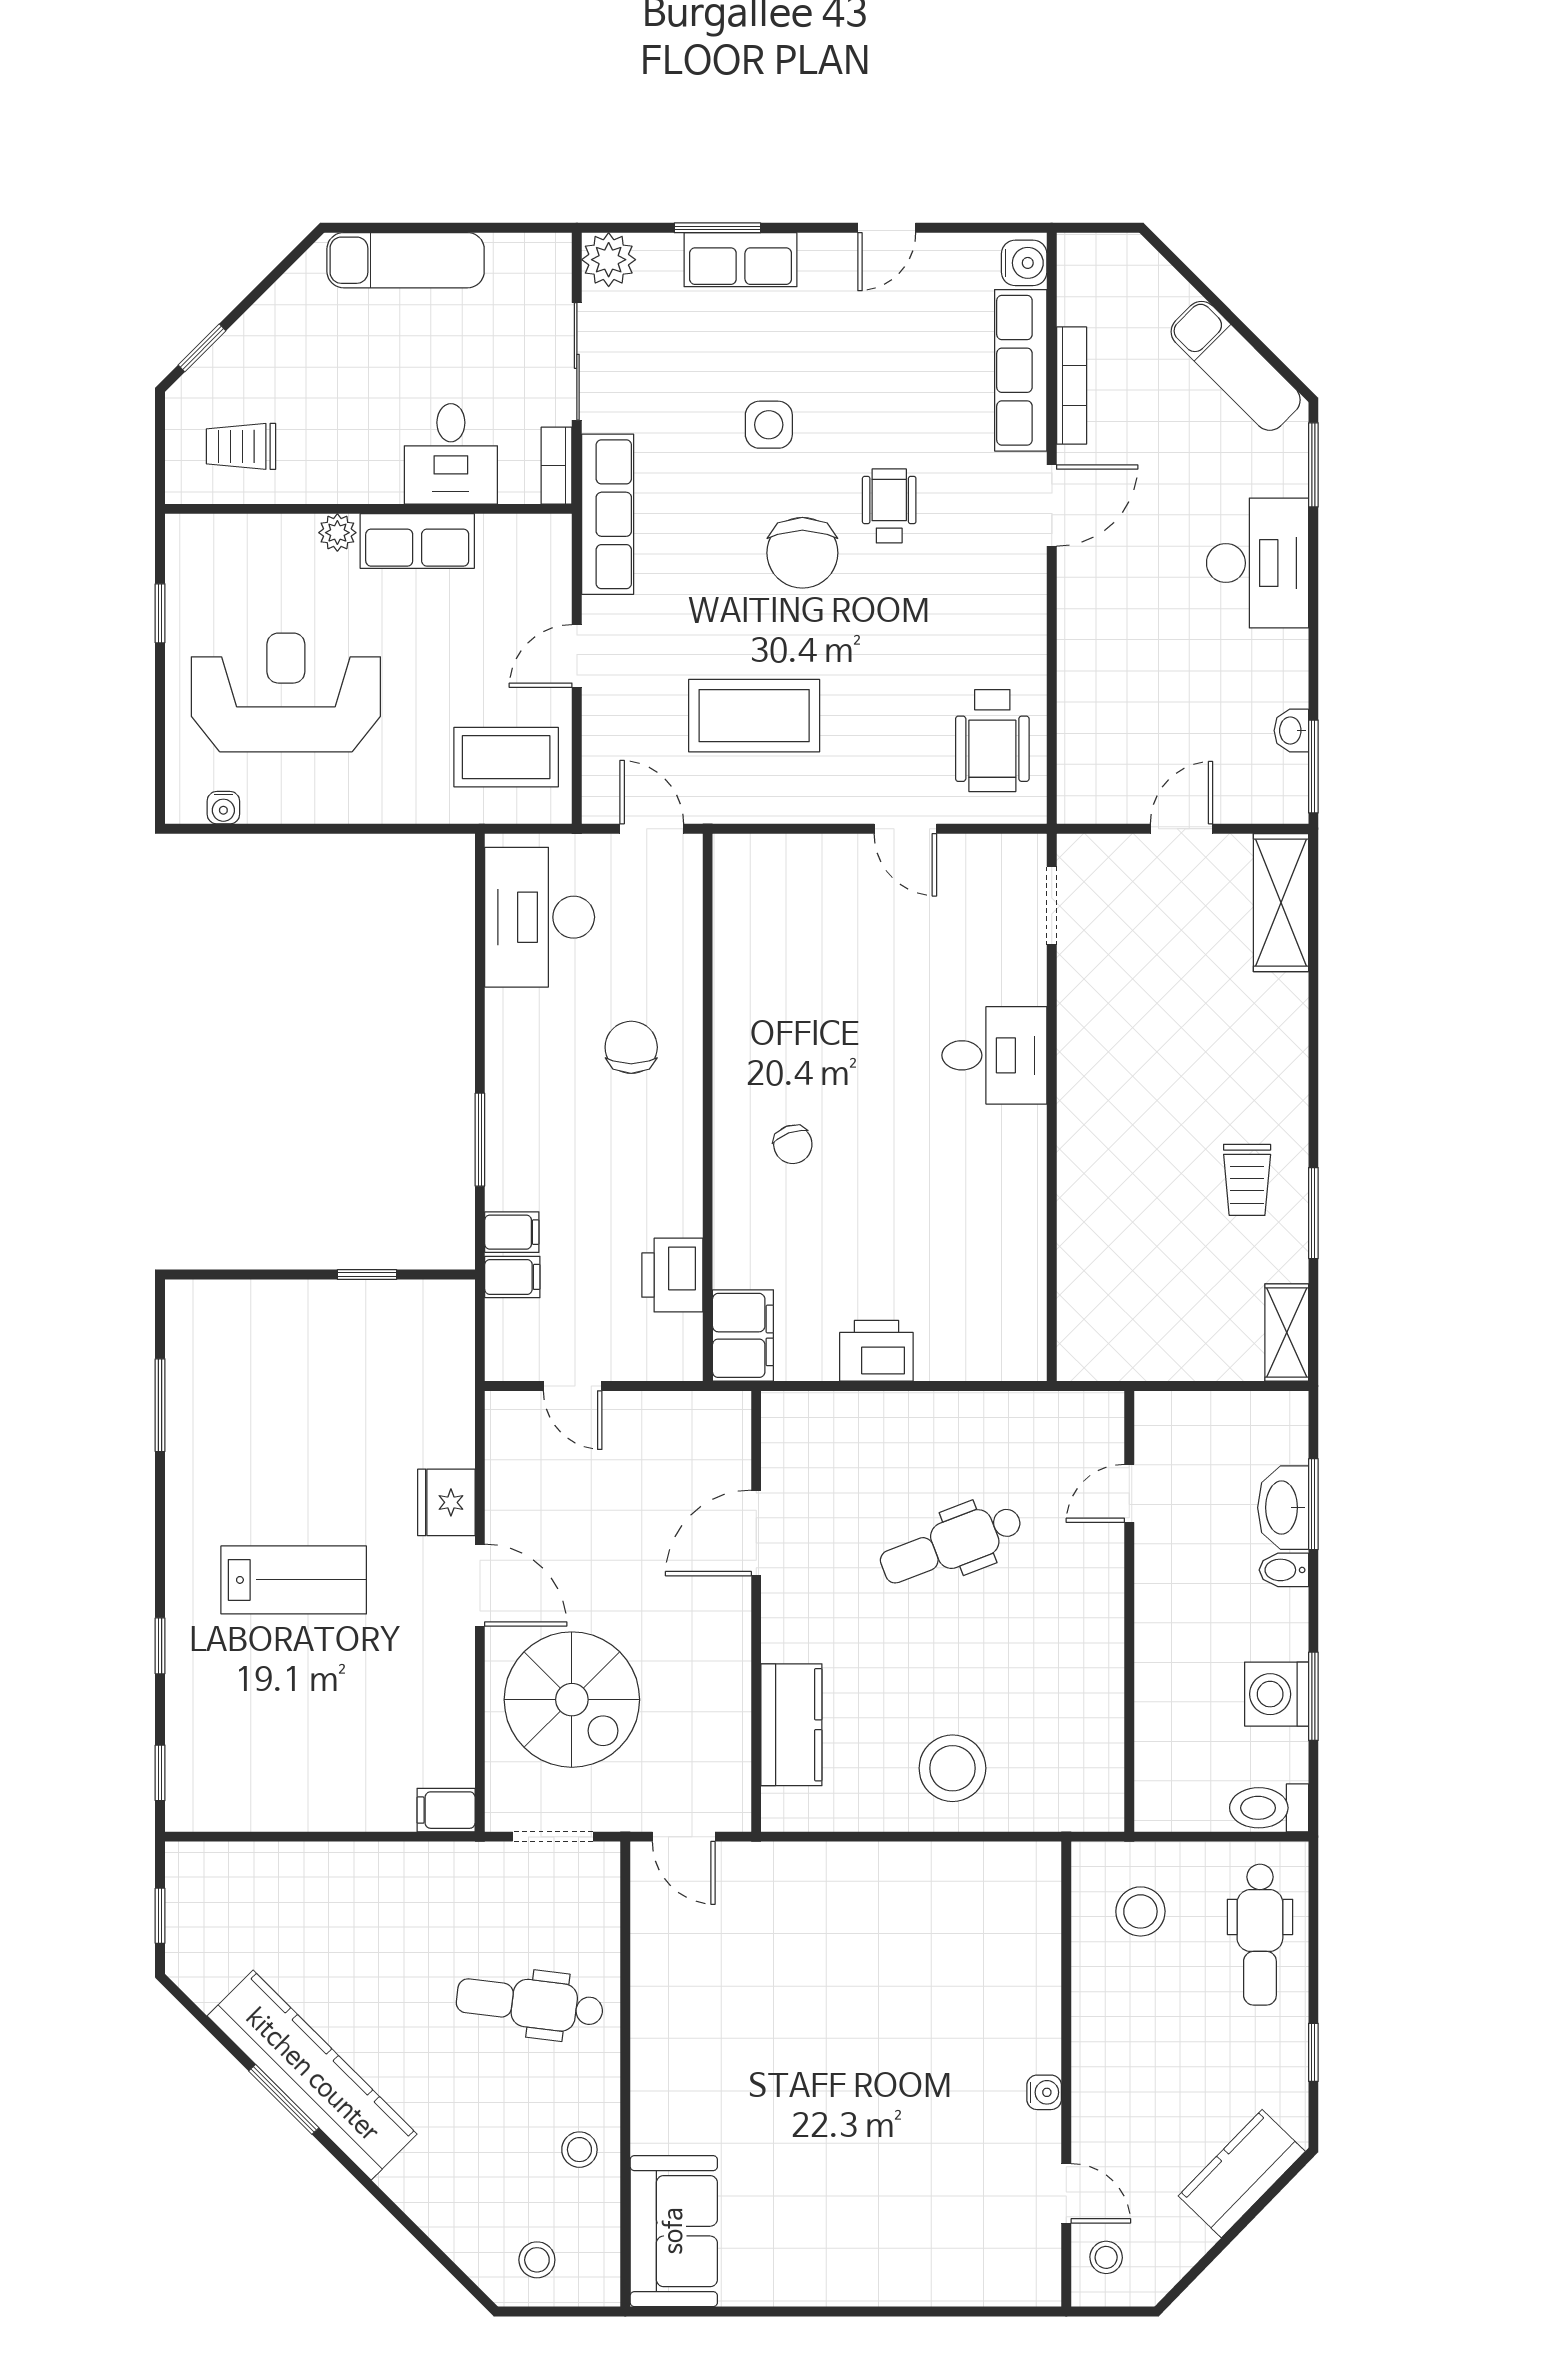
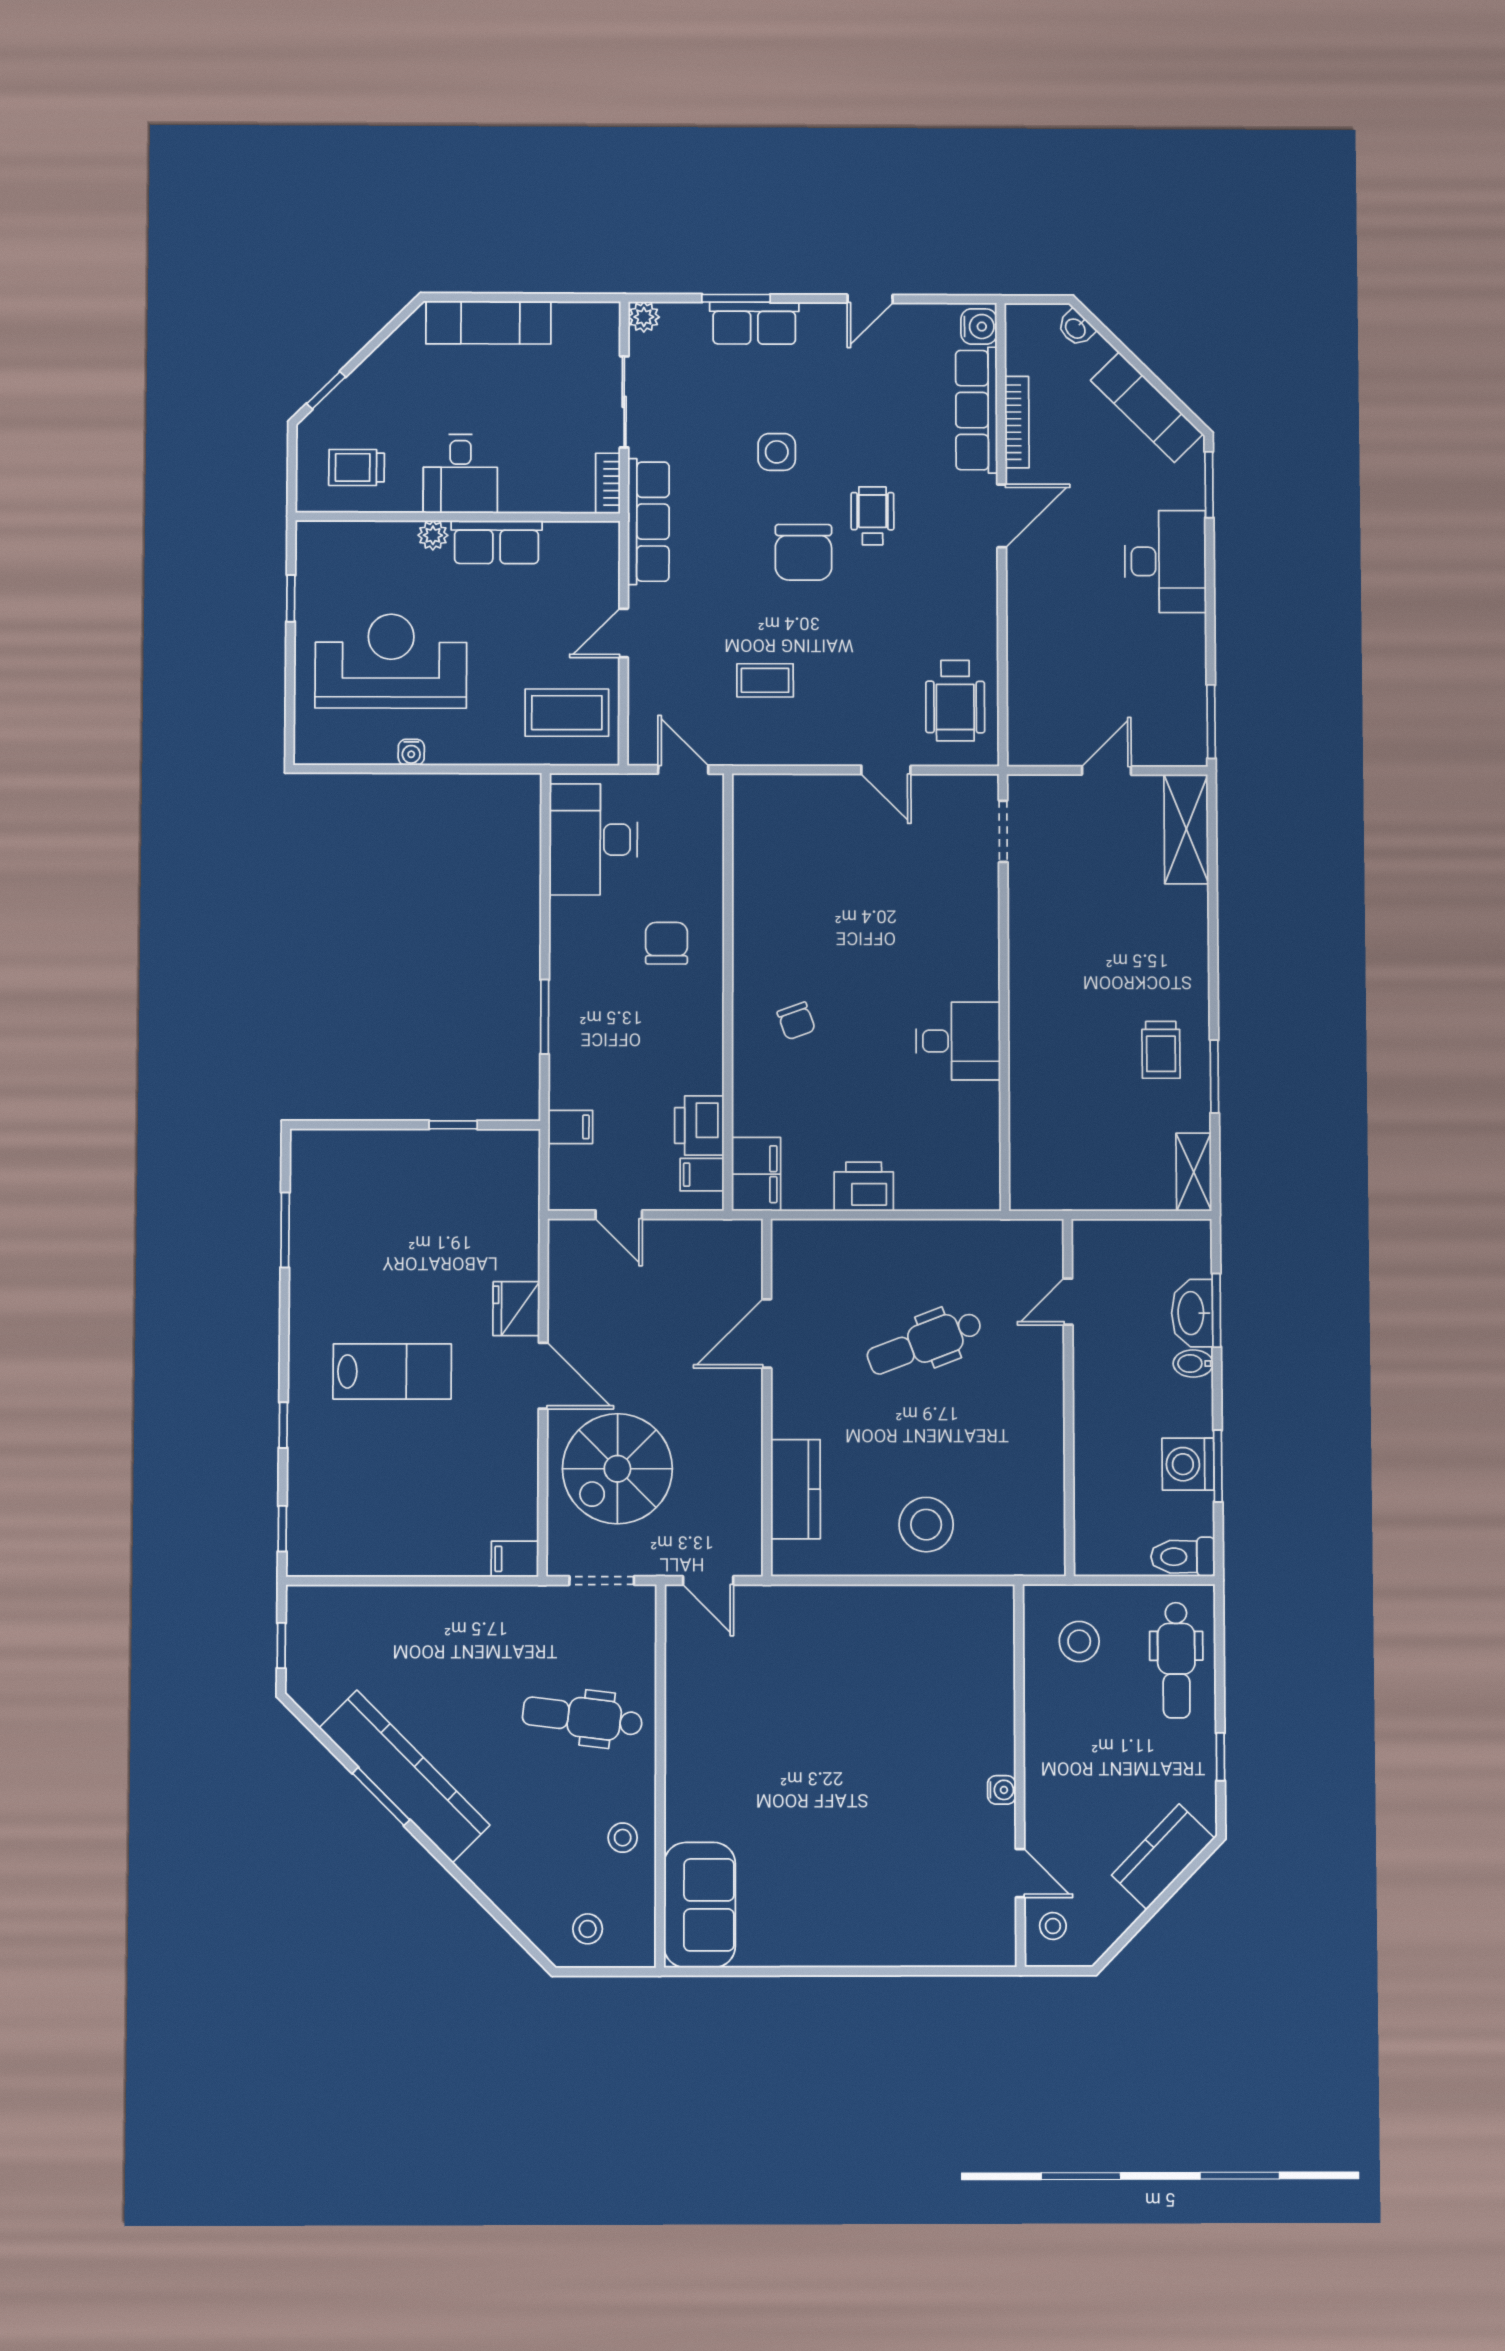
plant: (609, 260) -> (644, 317), width x0.73, depth x0.73
desk: (451, 454) -> (460, 474), moved
coffee table: (754, 716) -> (765, 680), width x0.54, depth x0.58
washbasin: (1291, 731) -> (1076, 328), moved, turned -45
water cooler: (223, 808) -> (411, 752), moved
desk: (994, 1055) -> (958, 1041), moved
filing cabinet: (512, 1232) -> (702, 1175), moved, turned 180
spiral stairs: (572, 1700) -> (617, 1469), turned 90

